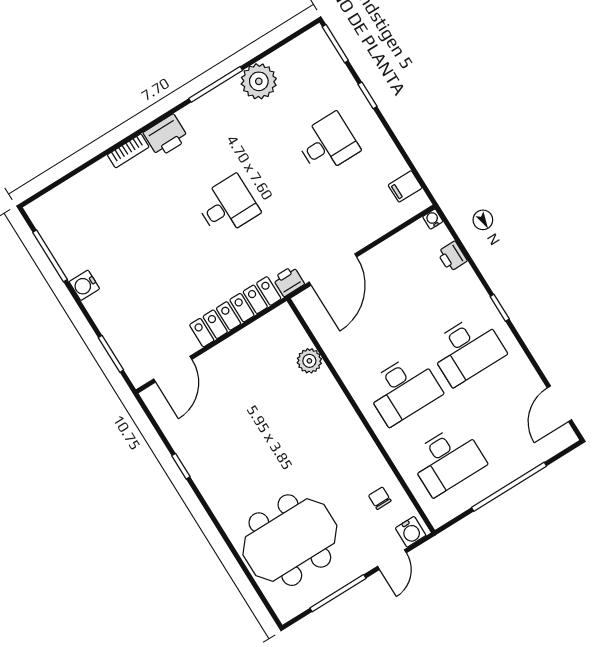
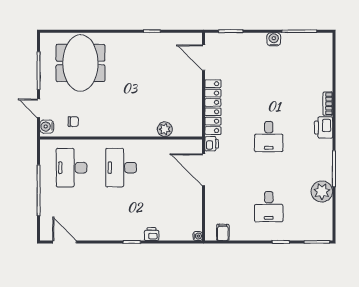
printer: (452, 256) -> (152, 234), moved
desk: (467, 350) -> (121, 212), removed

